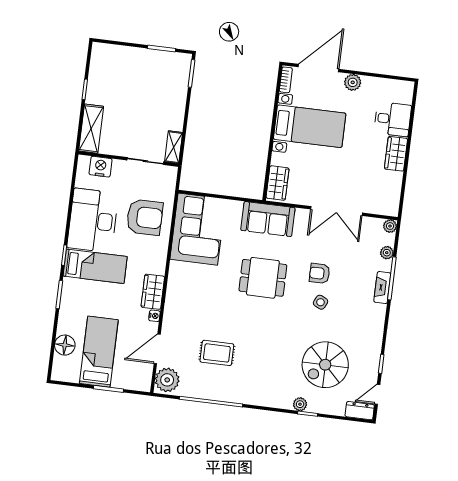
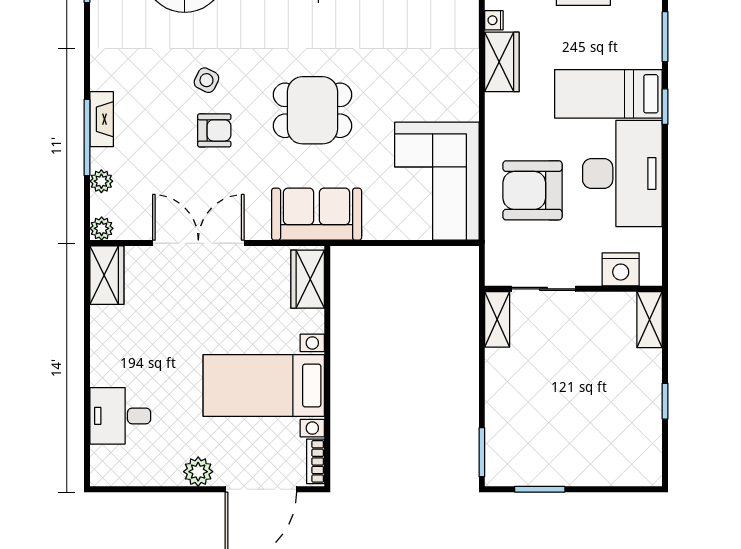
shelving: (91, 129) -> (650, 320), width x0.67, depth x0.75
wardrobe: (396, 154) -> (107, 275), moved

